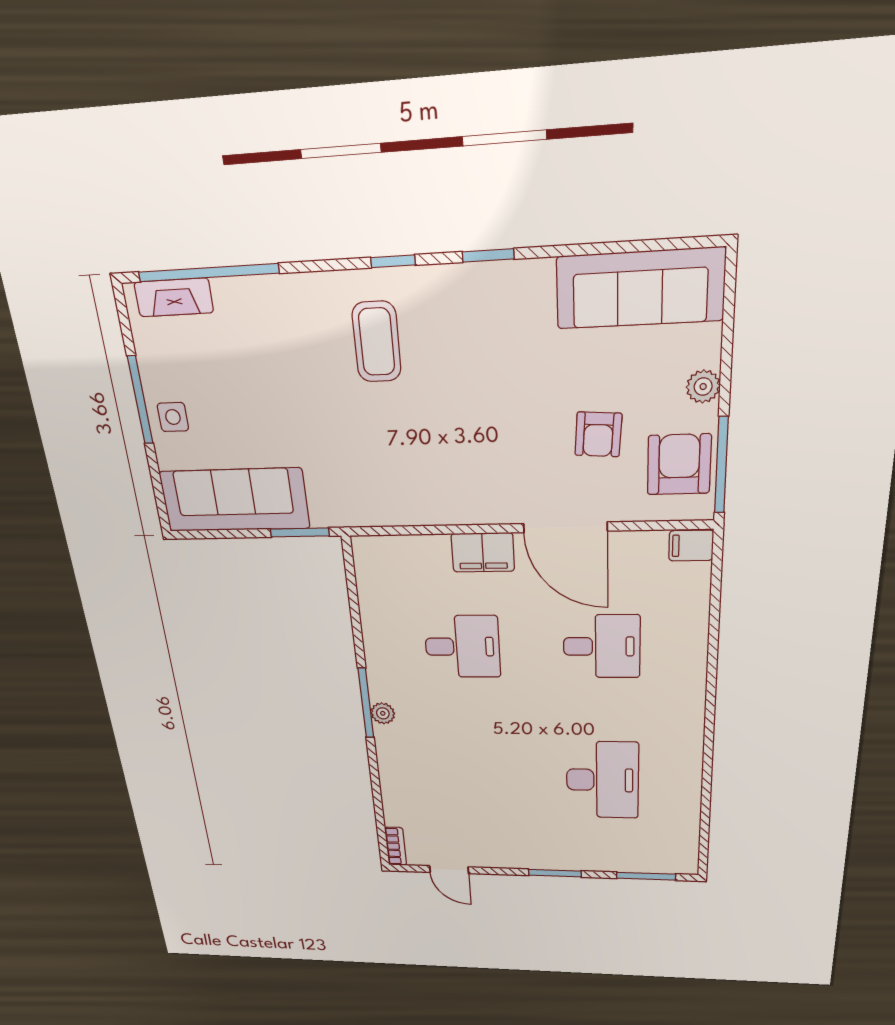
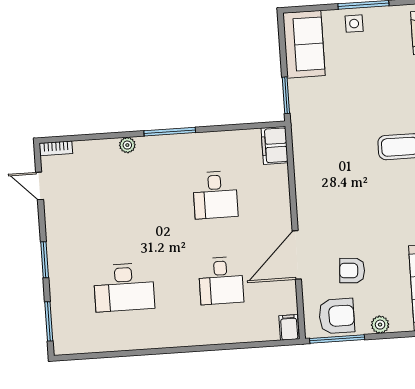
sofa: (234, 500) -> (304, 44), width x0.73
filing cabinet: (483, 552) -> (274, 145), moved
plant: (383, 713) -> (127, 145), moved
door: (449, 870) -> (40, 186), hinge flipped

